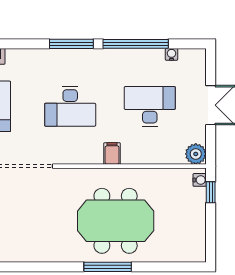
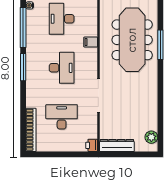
meeting table: (116, 221) -> (132, 40), width x1.36

